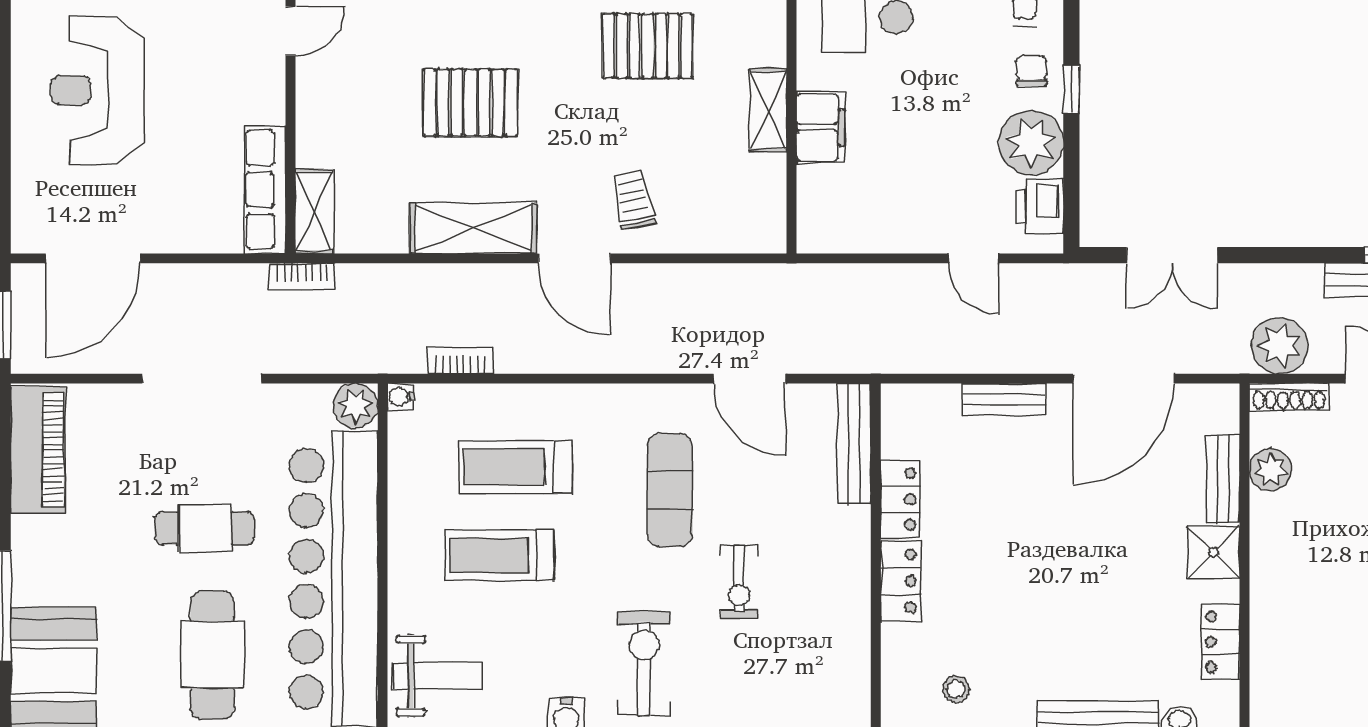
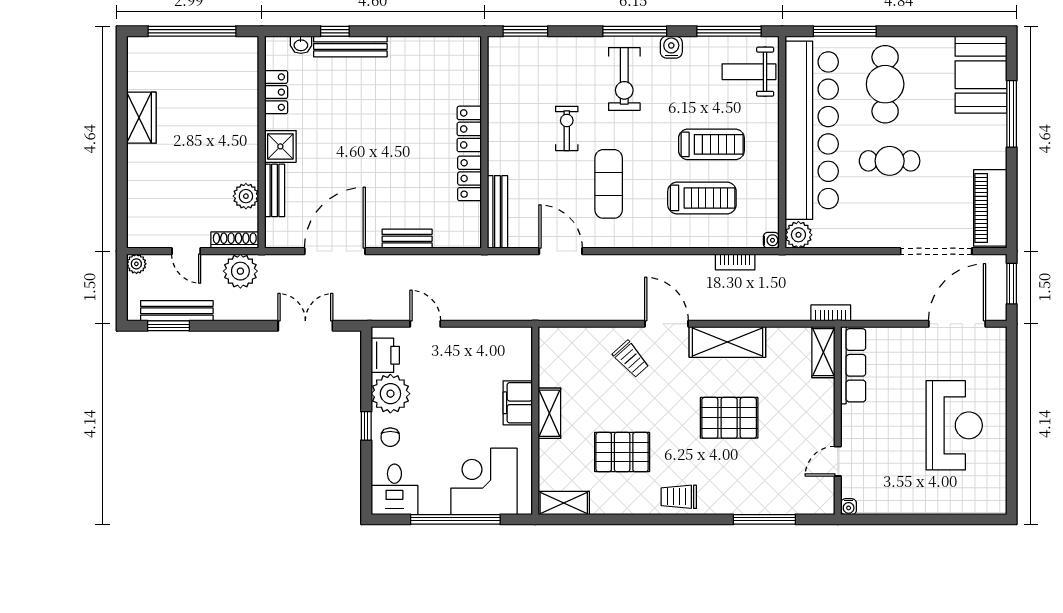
trolley: (633, 200) -> (631, 359), turned -30
doorway: (202, 379) -> (936, 251), moved
stool: (956, 689) -> (436, 64), removed

